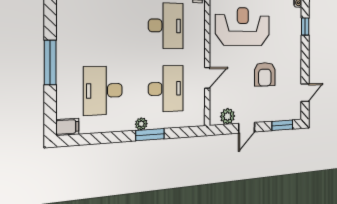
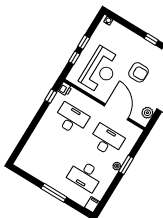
reception desk: (243, 27) -> (100, 70), turned 180
window: (305, 27) -> (151, 39), moved
door: (207, 78) -> (116, 112), width x1.88

